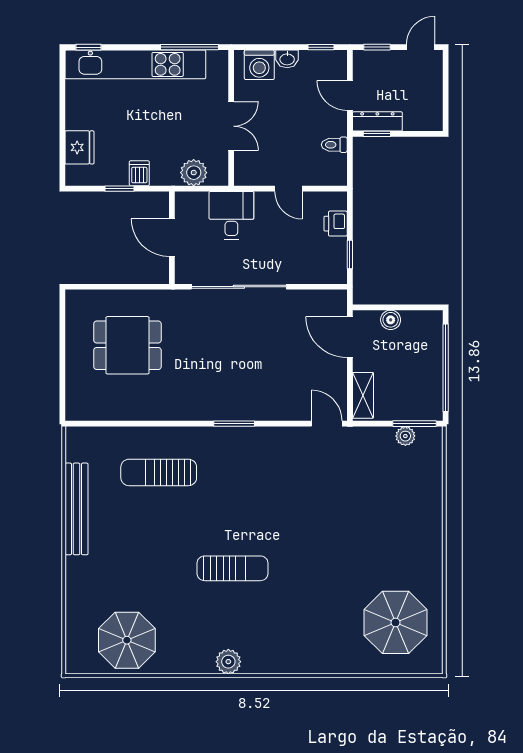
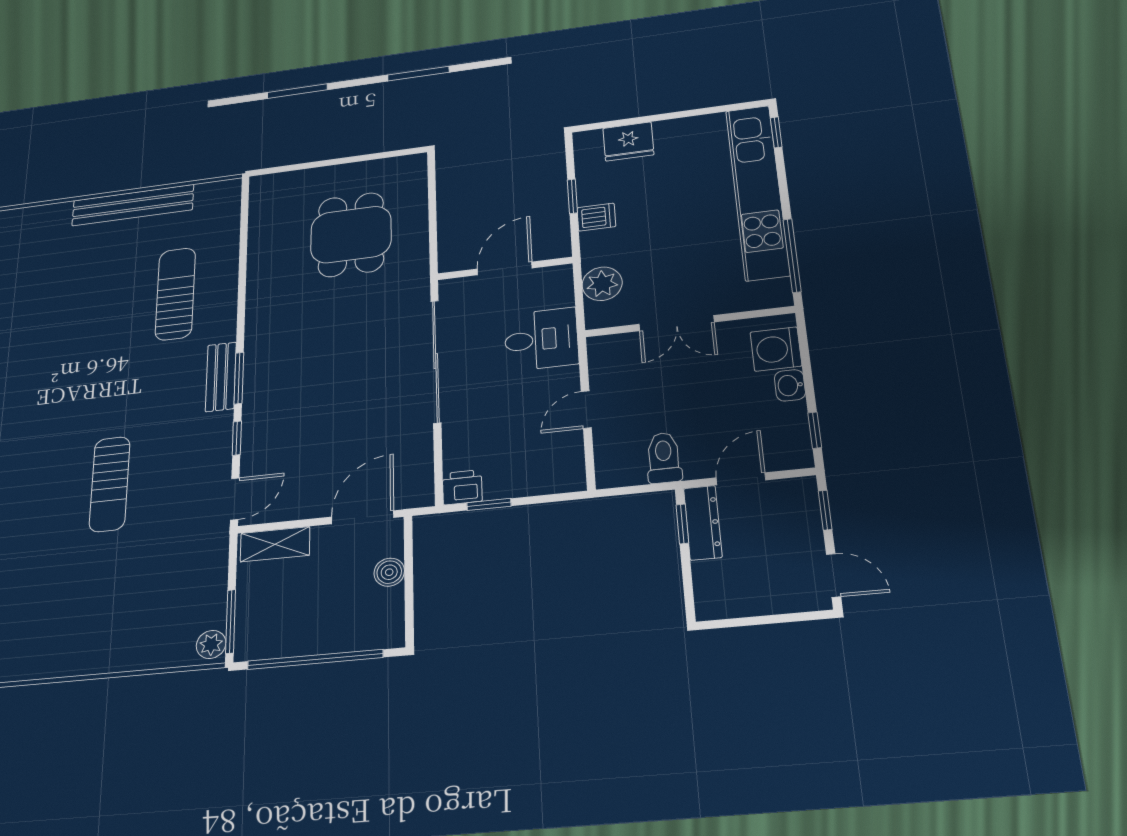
toilet: (334, 145) -> (664, 458), width x1.37, depth x1.39
printer: (336, 224) -> (462, 487), moved
window: (281, 424) -> (237, 438), added
bench: (231, 436) -> (221, 377), added
plant: (405, 436) -> (211, 644), moved
sun lounger: (232, 568) -> (110, 484), moved

